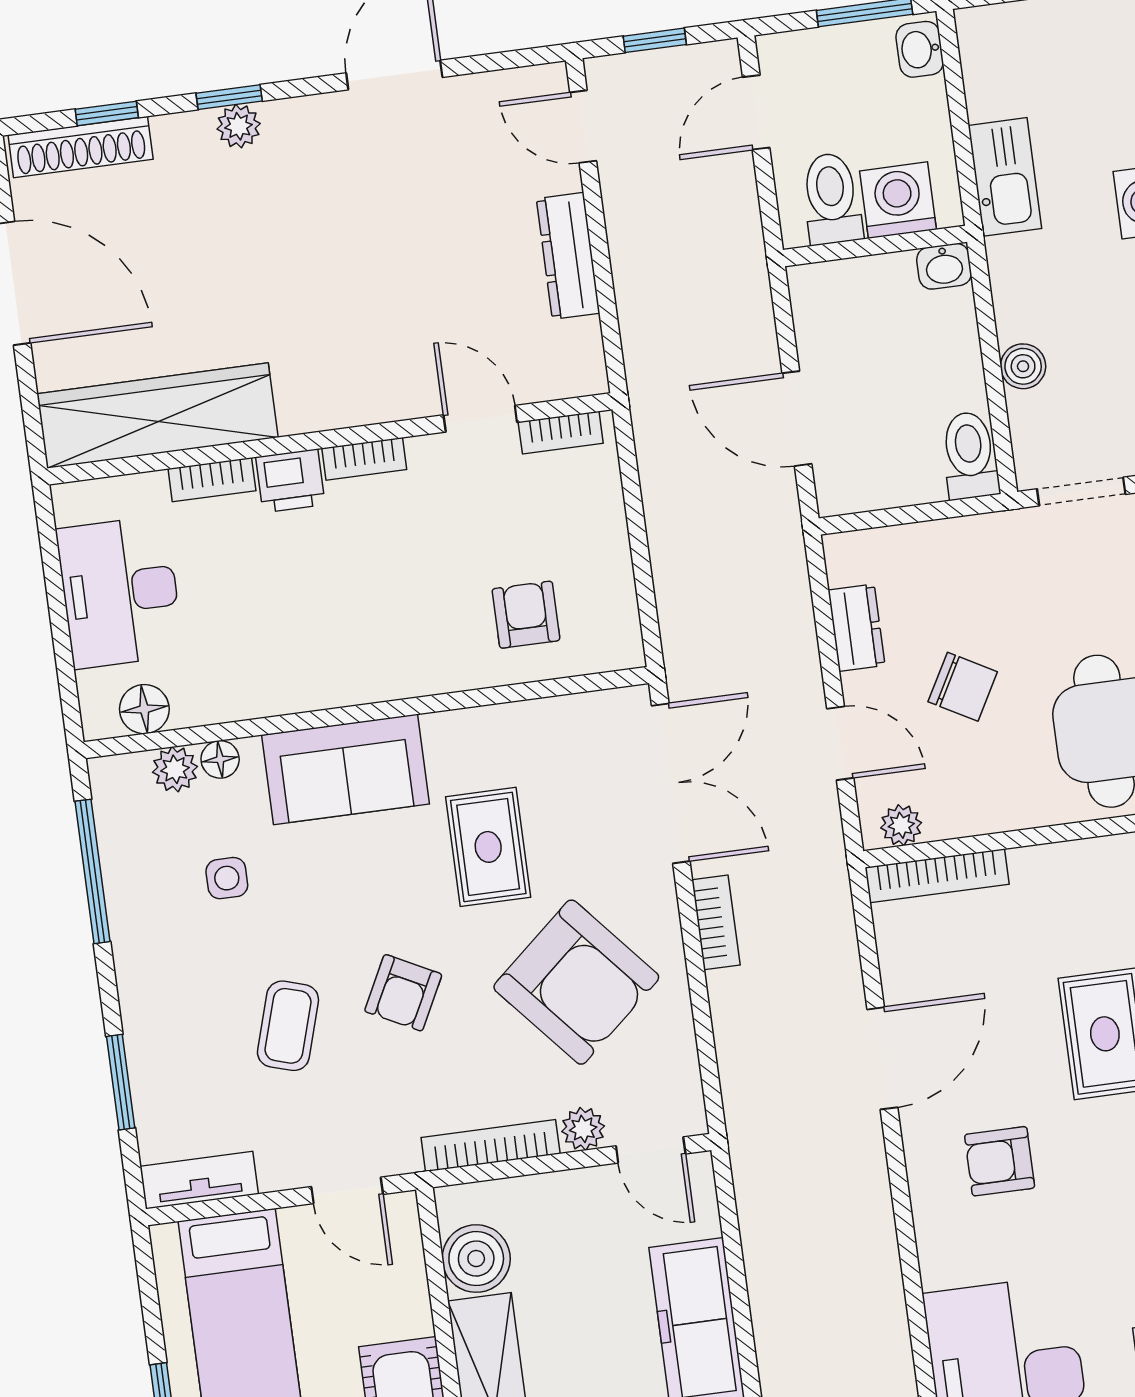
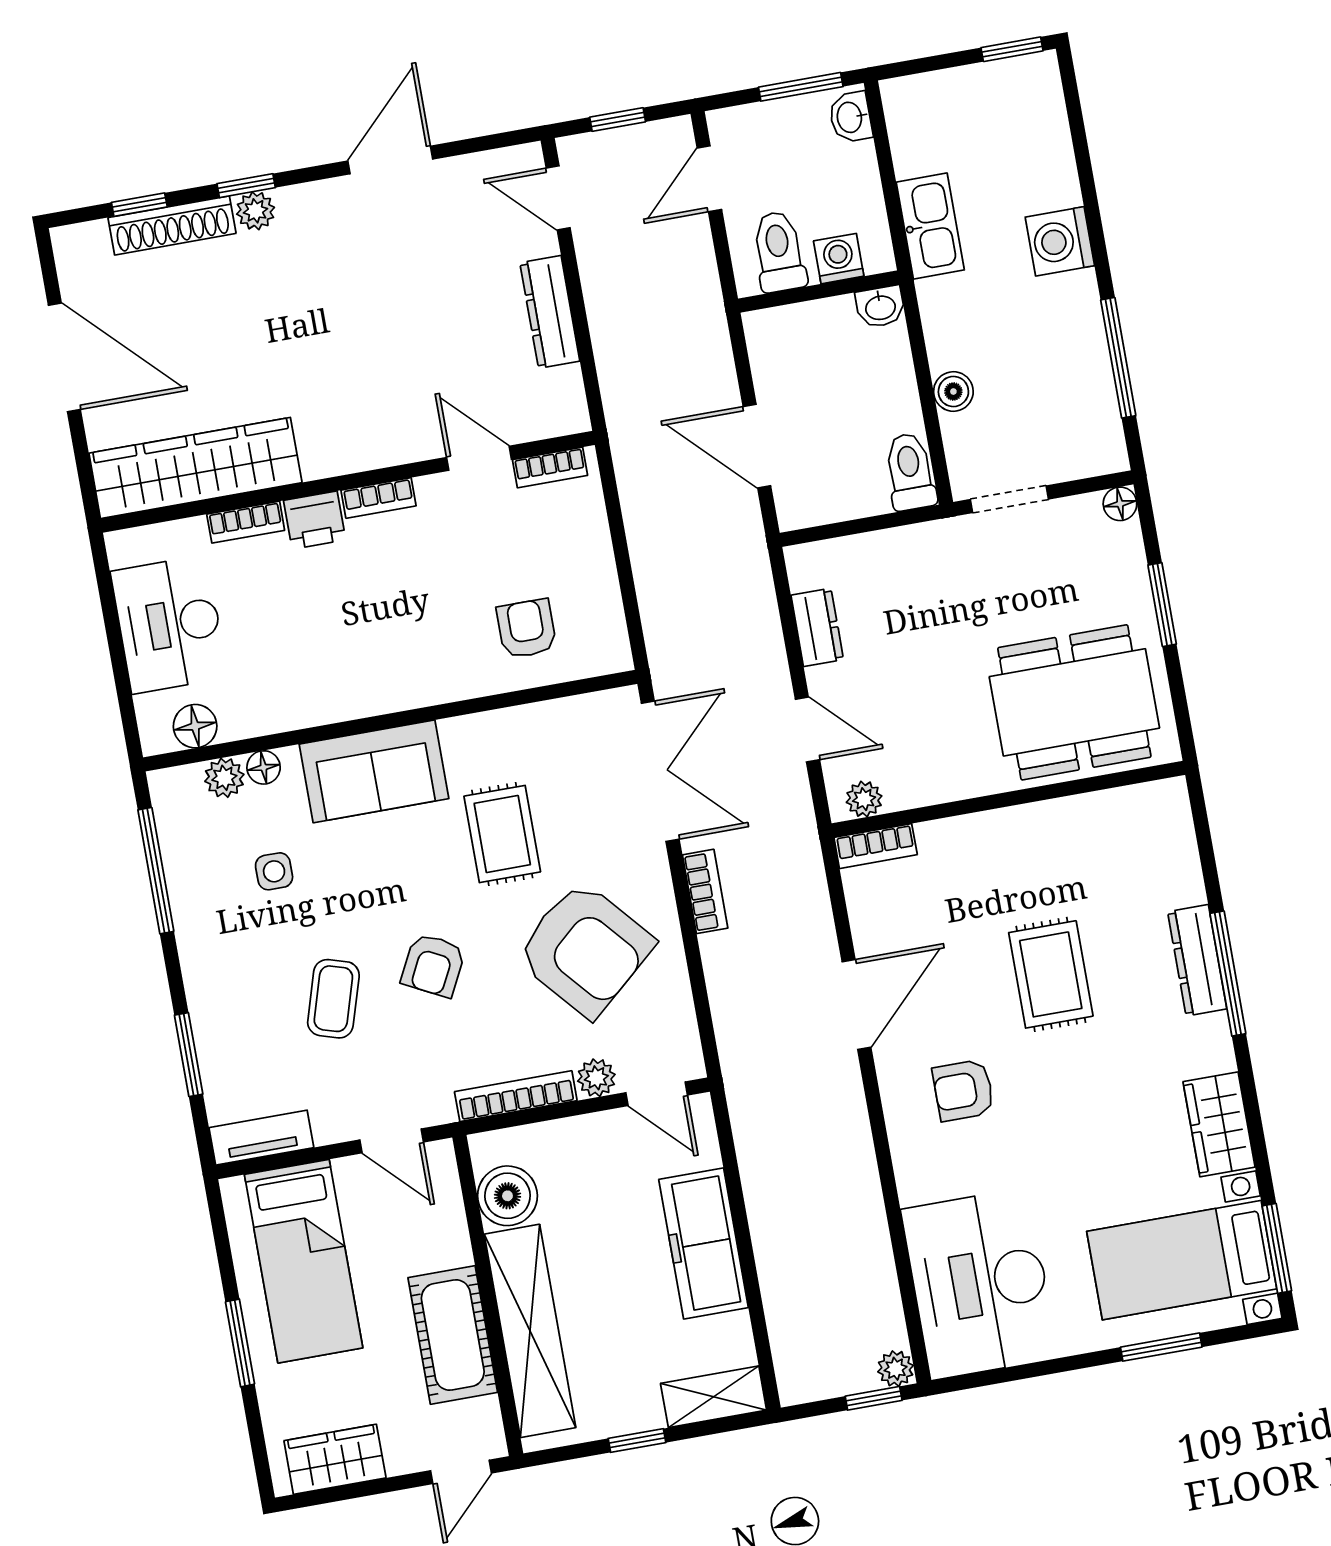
shoe rack: (81, 147) -> (172, 225), moved
washing machine: (898, 200) -> (839, 259), width x0.73, depth x0.73
chair: (963, 687) -> (913, 675), removed
bookcase: (937, 876) -> (876, 846), width x0.64

